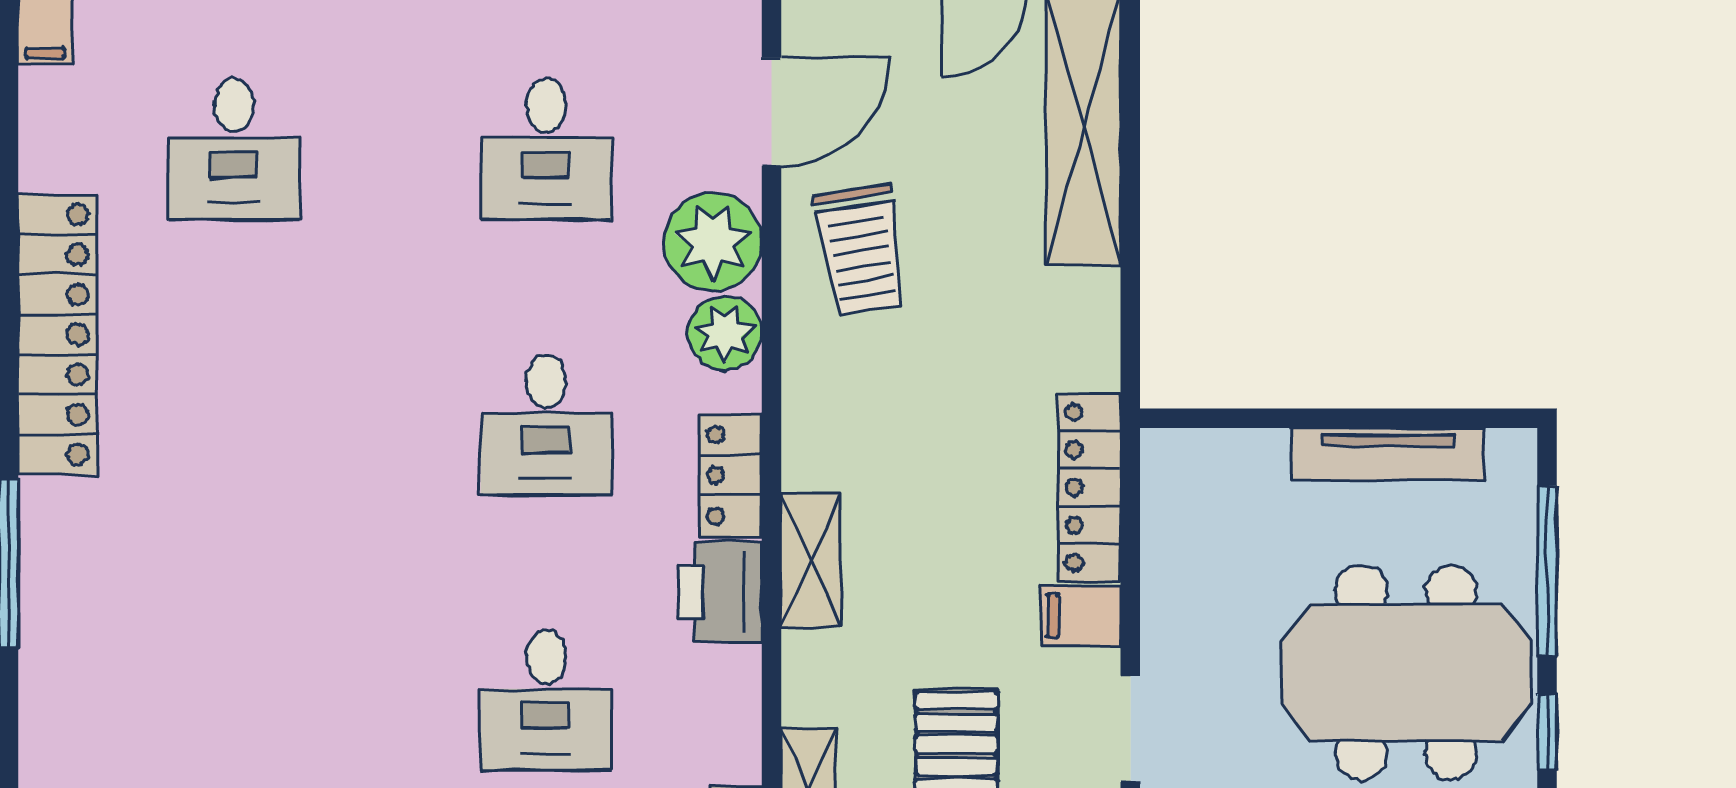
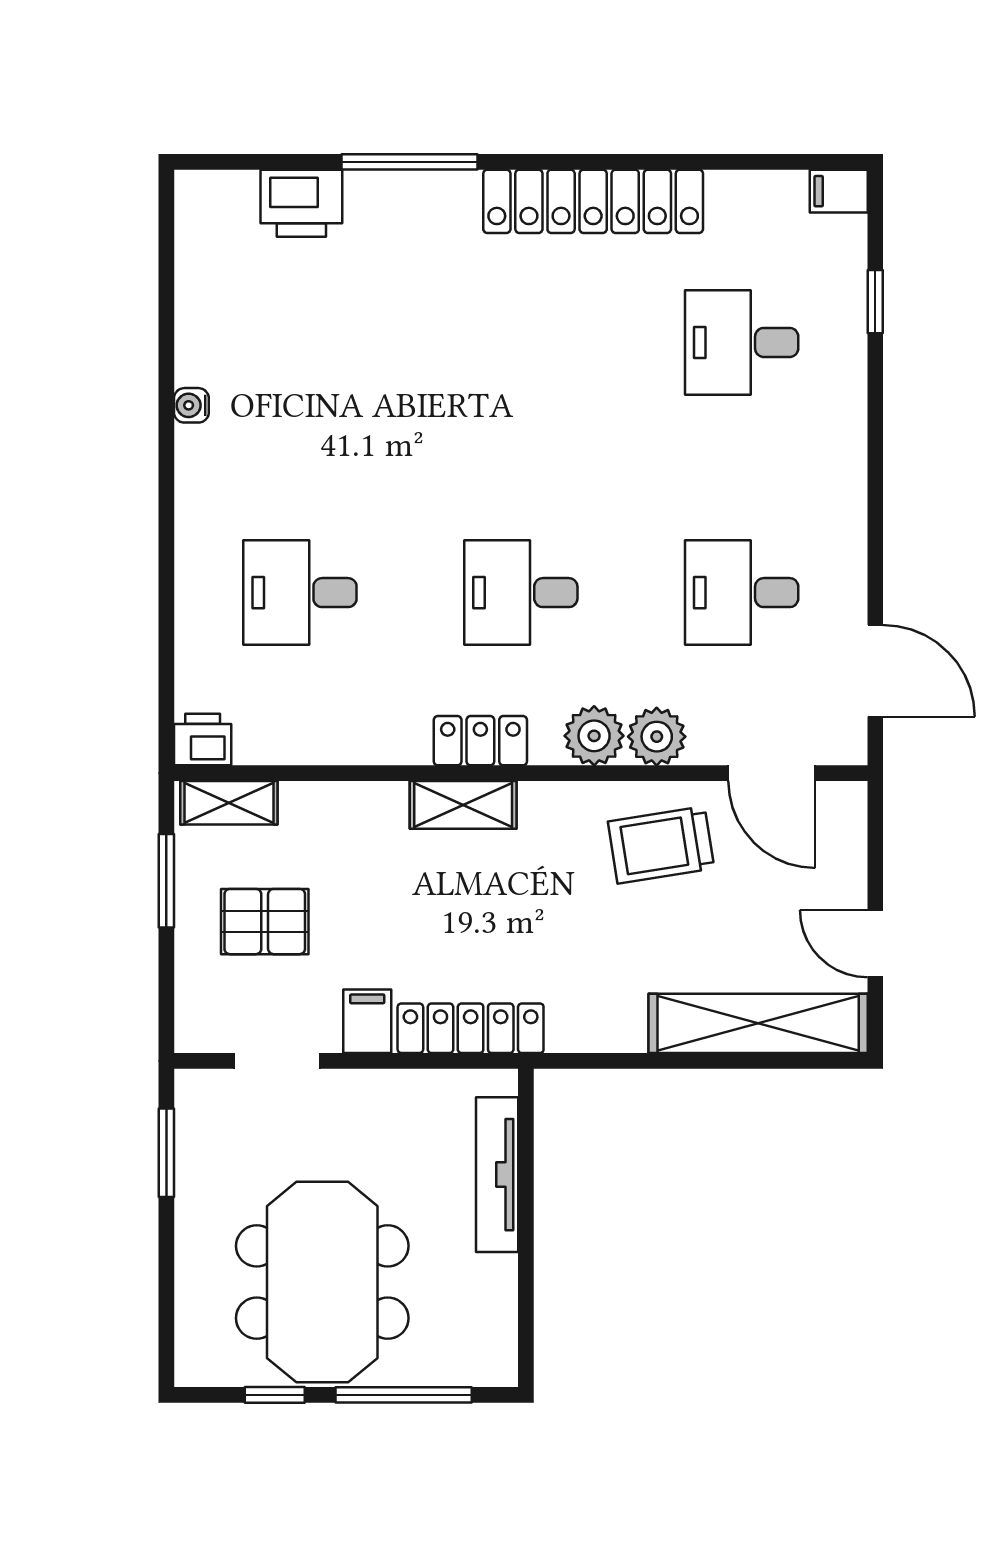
plant: (713, 242) -> (657, 737), width x0.73, depth x0.73
tv unit: (1388, 454) -> (497, 1175), moved
shelving: (811, 560) -> (463, 805), moved
printer: (720, 592) -> (301, 203), moved, turned 180

